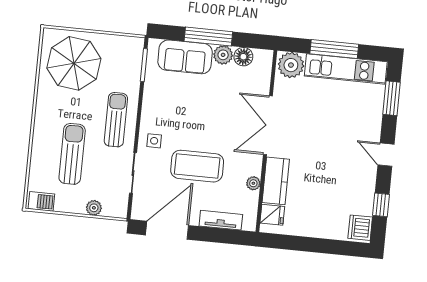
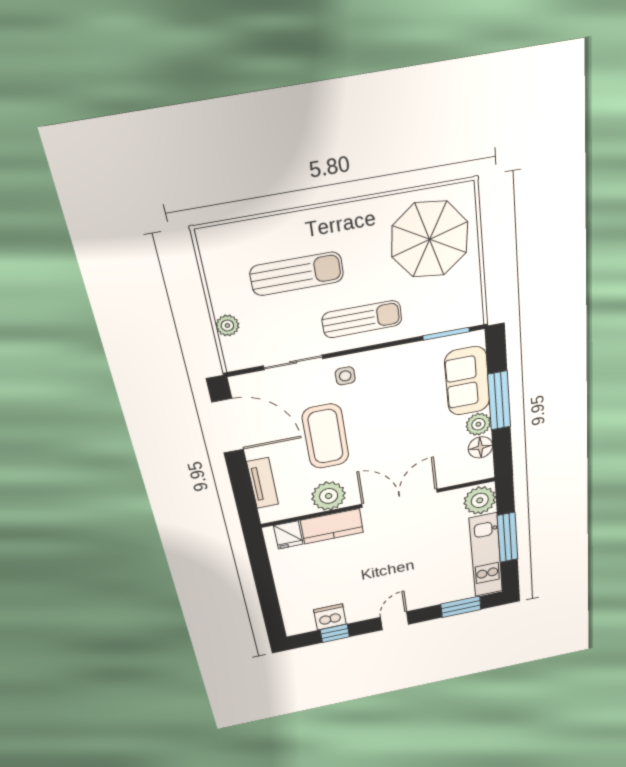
plant: (253, 183) -> (329, 496), width x1.87, depth x1.87
barbecue: (41, 201) -> (213, 250), removed
dishwasher: (360, 228) -> (330, 617), moved

